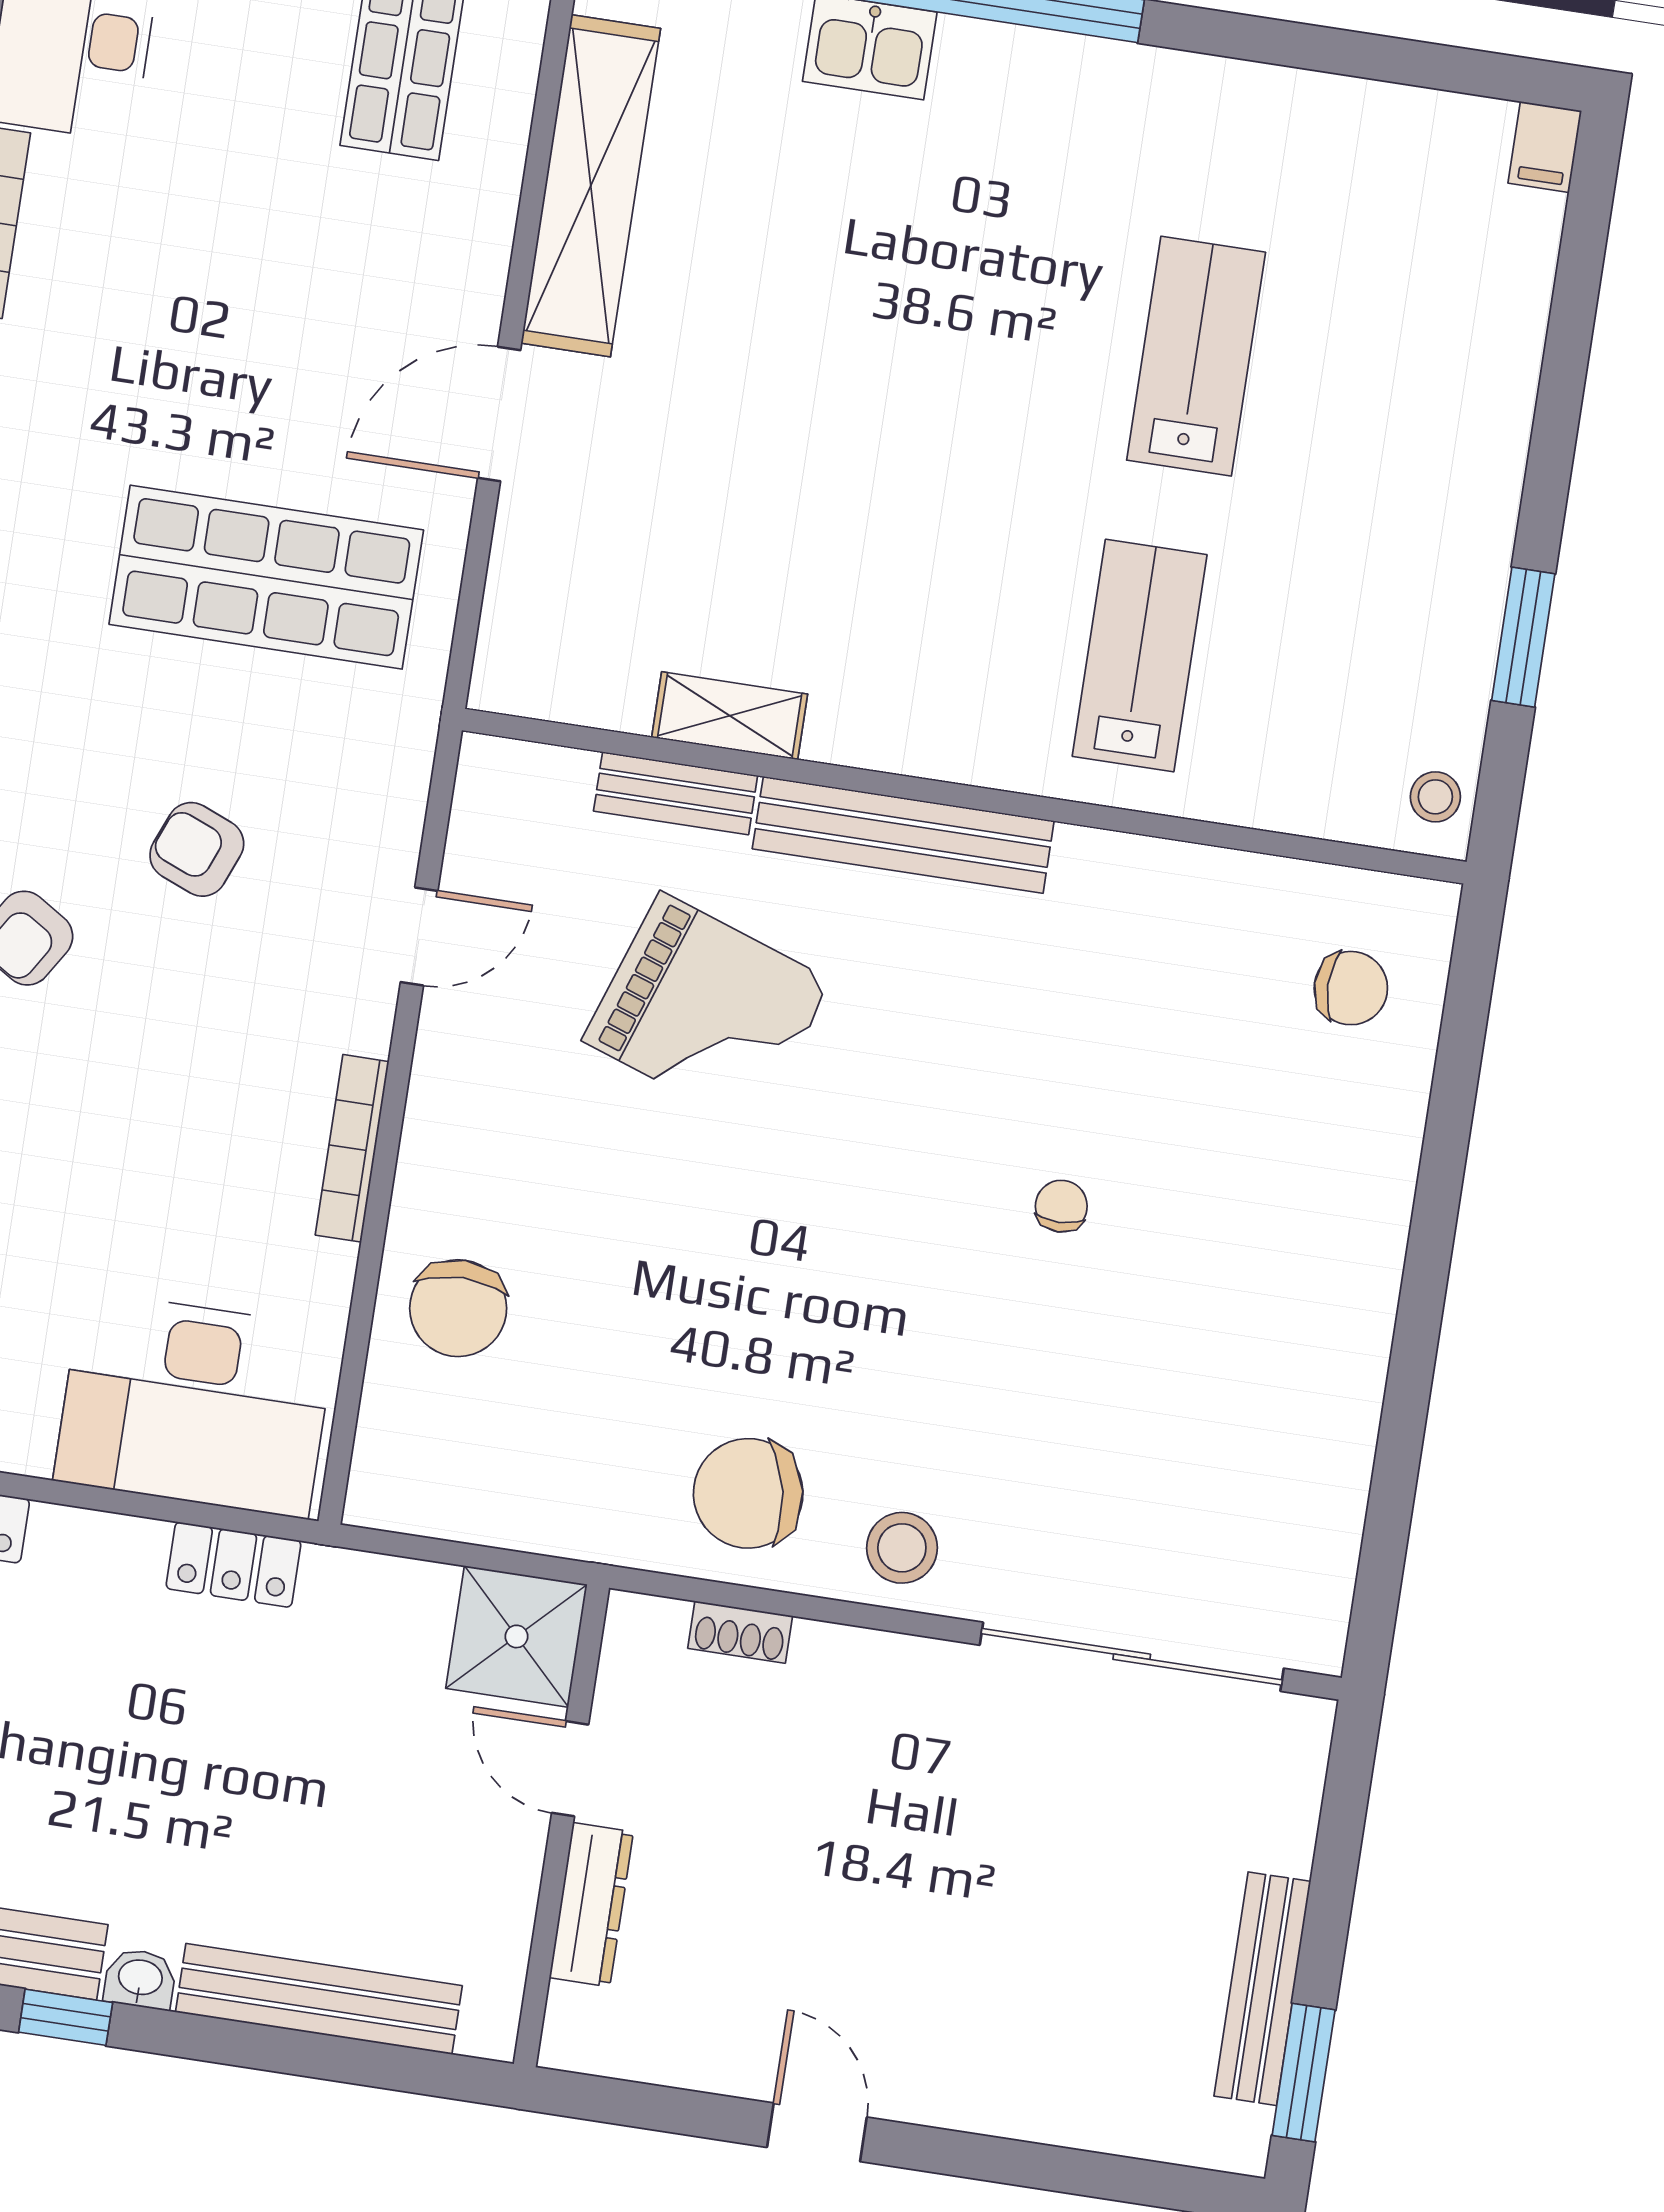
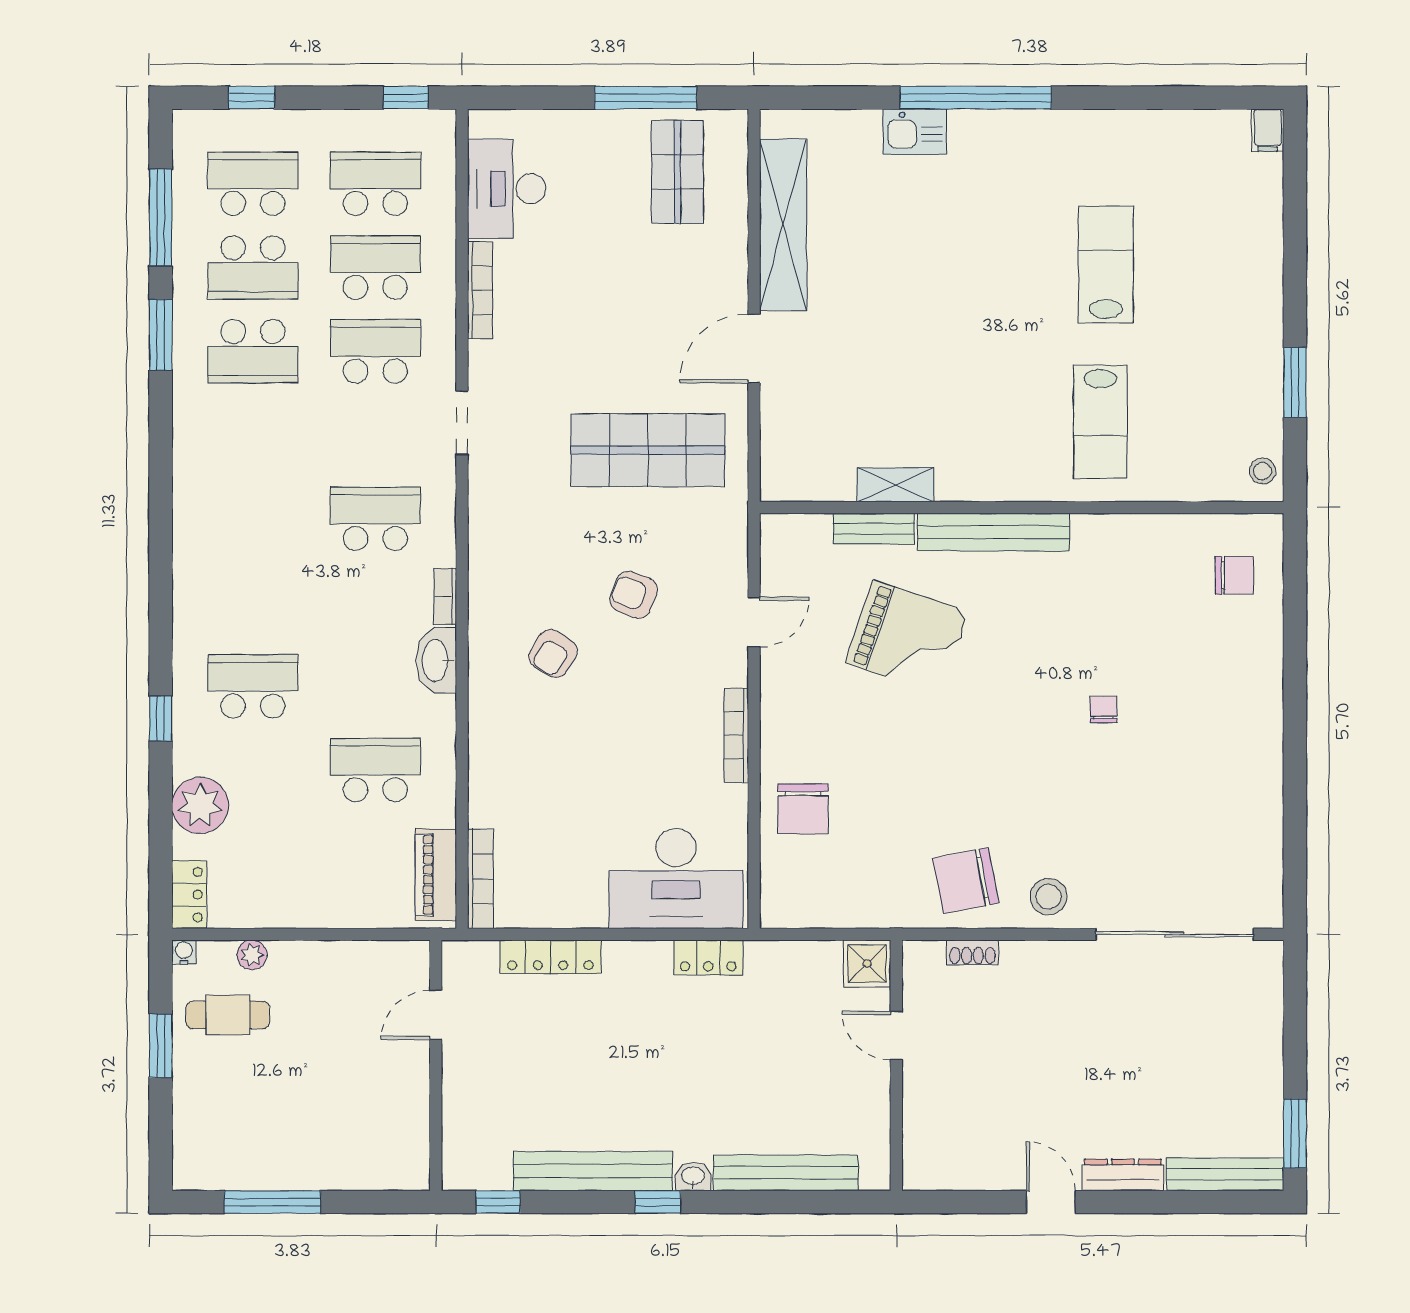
lab bench: (1140, 656) -> (1100, 422), turned 180
shower: (516, 1636) -> (867, 964), width x0.73, depth x0.73
dresser: (591, 1905) -> (1123, 1175), moved, turned -90
bench: (1262, 1989) -> (1225, 1174), moved, turned 90

